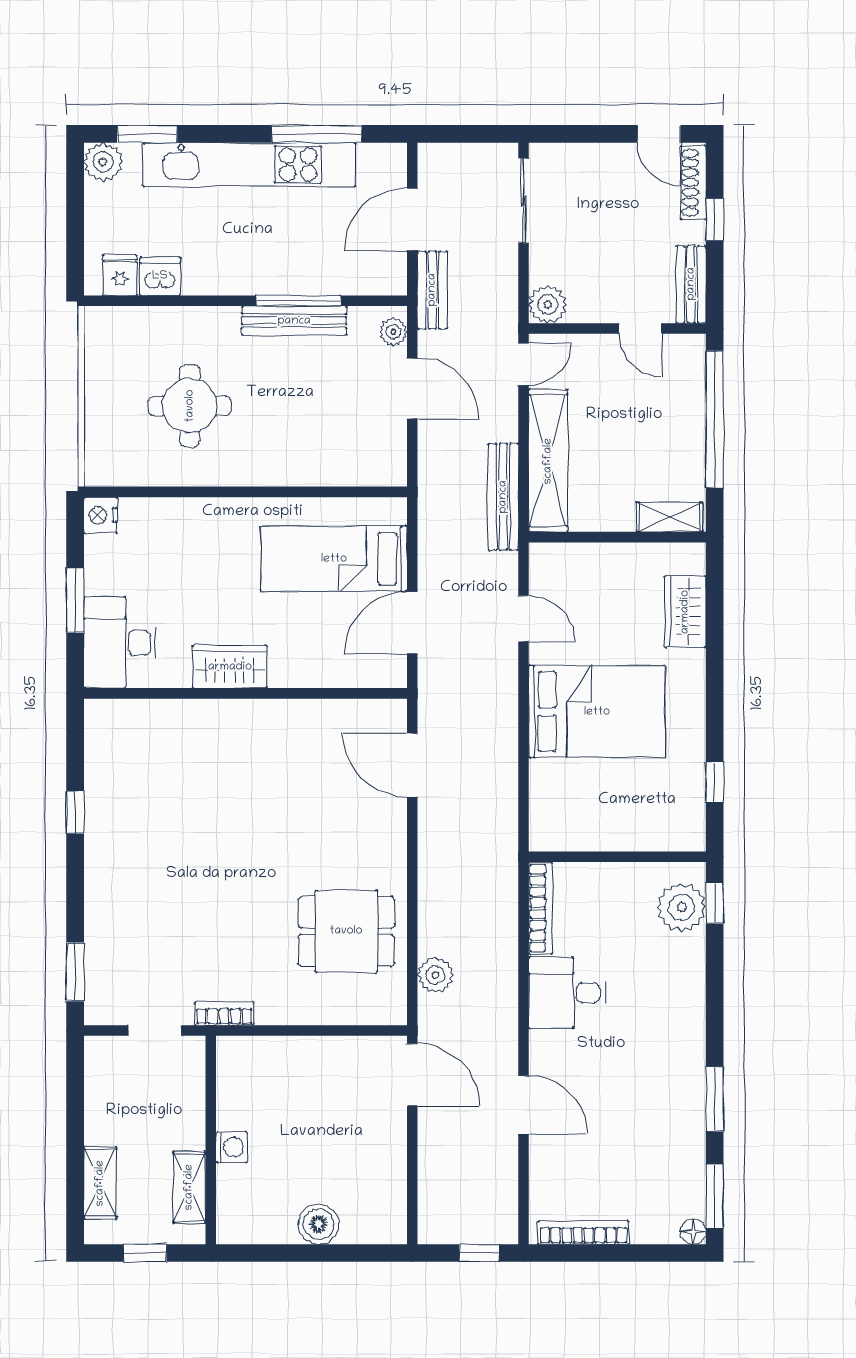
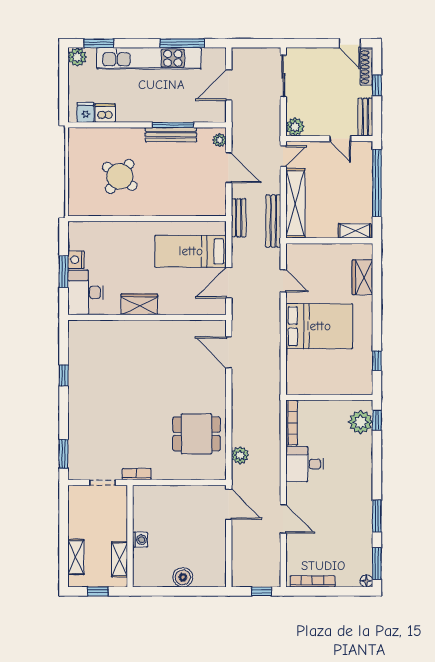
bench: (432, 290) -> (239, 218), moved
round table: (190, 406) -> (120, 176), turned 37
nightstand: (101, 515) -> (76, 260), moved

